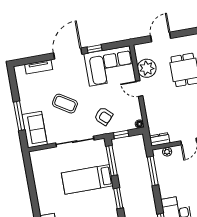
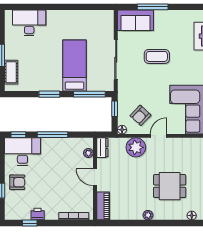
plant: (147, 68) -> (136, 147), moved
coffee table: (65, 104) -> (157, 56), turned 58
armchair: (104, 116) -> (140, 115), moved
window: (153, 171) -> (53, 135), moved

